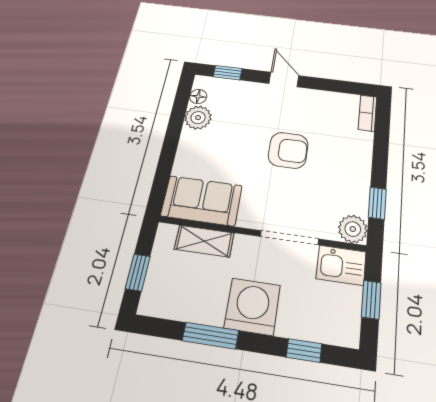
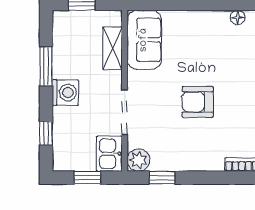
plant: (198, 118) -> (217, 22), removed
armchair: (288, 150) -> (198, 102), turned 90
washing machine: (252, 306) -> (65, 93), width x0.73, depth x0.73

